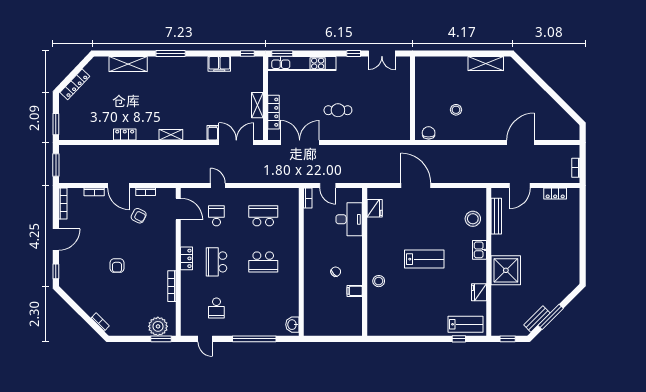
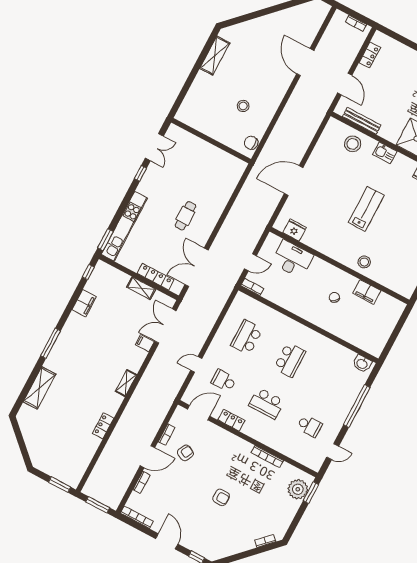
locker: (75, 84) -> (32, 447), removed
locker: (187, 258) -> (231, 420), moved
filing cabinet: (355, 291) -> (367, 292), width x2.00

